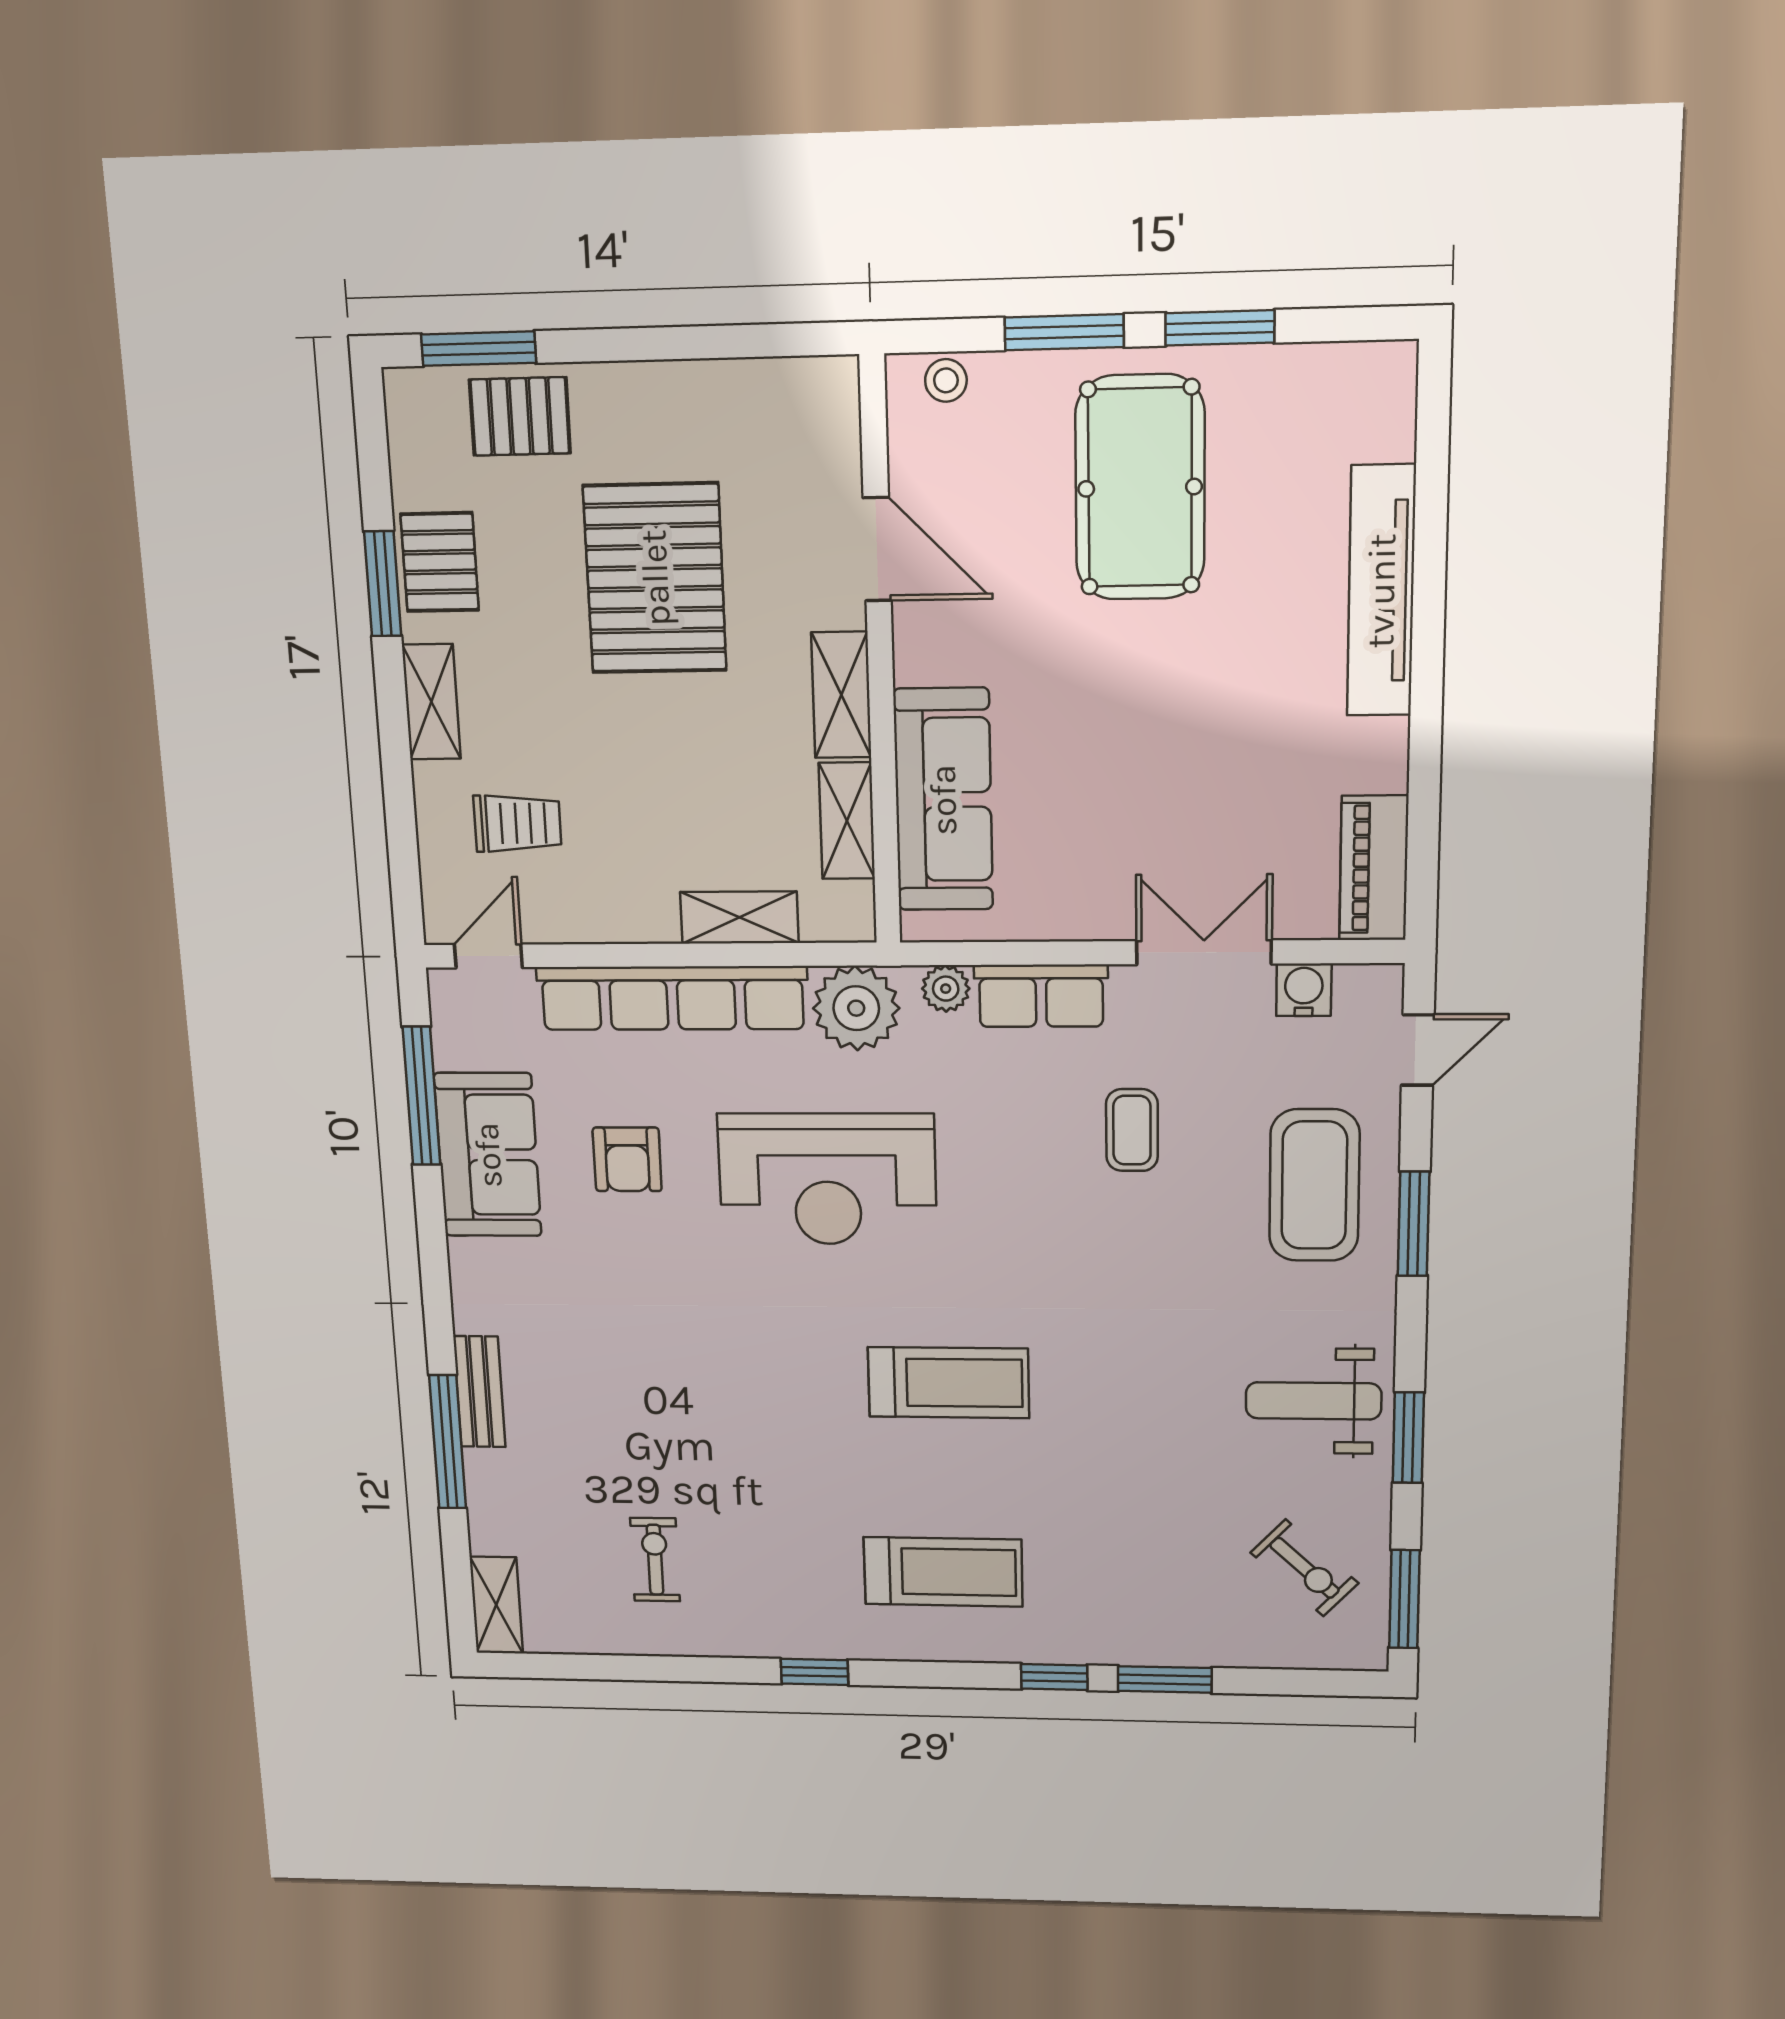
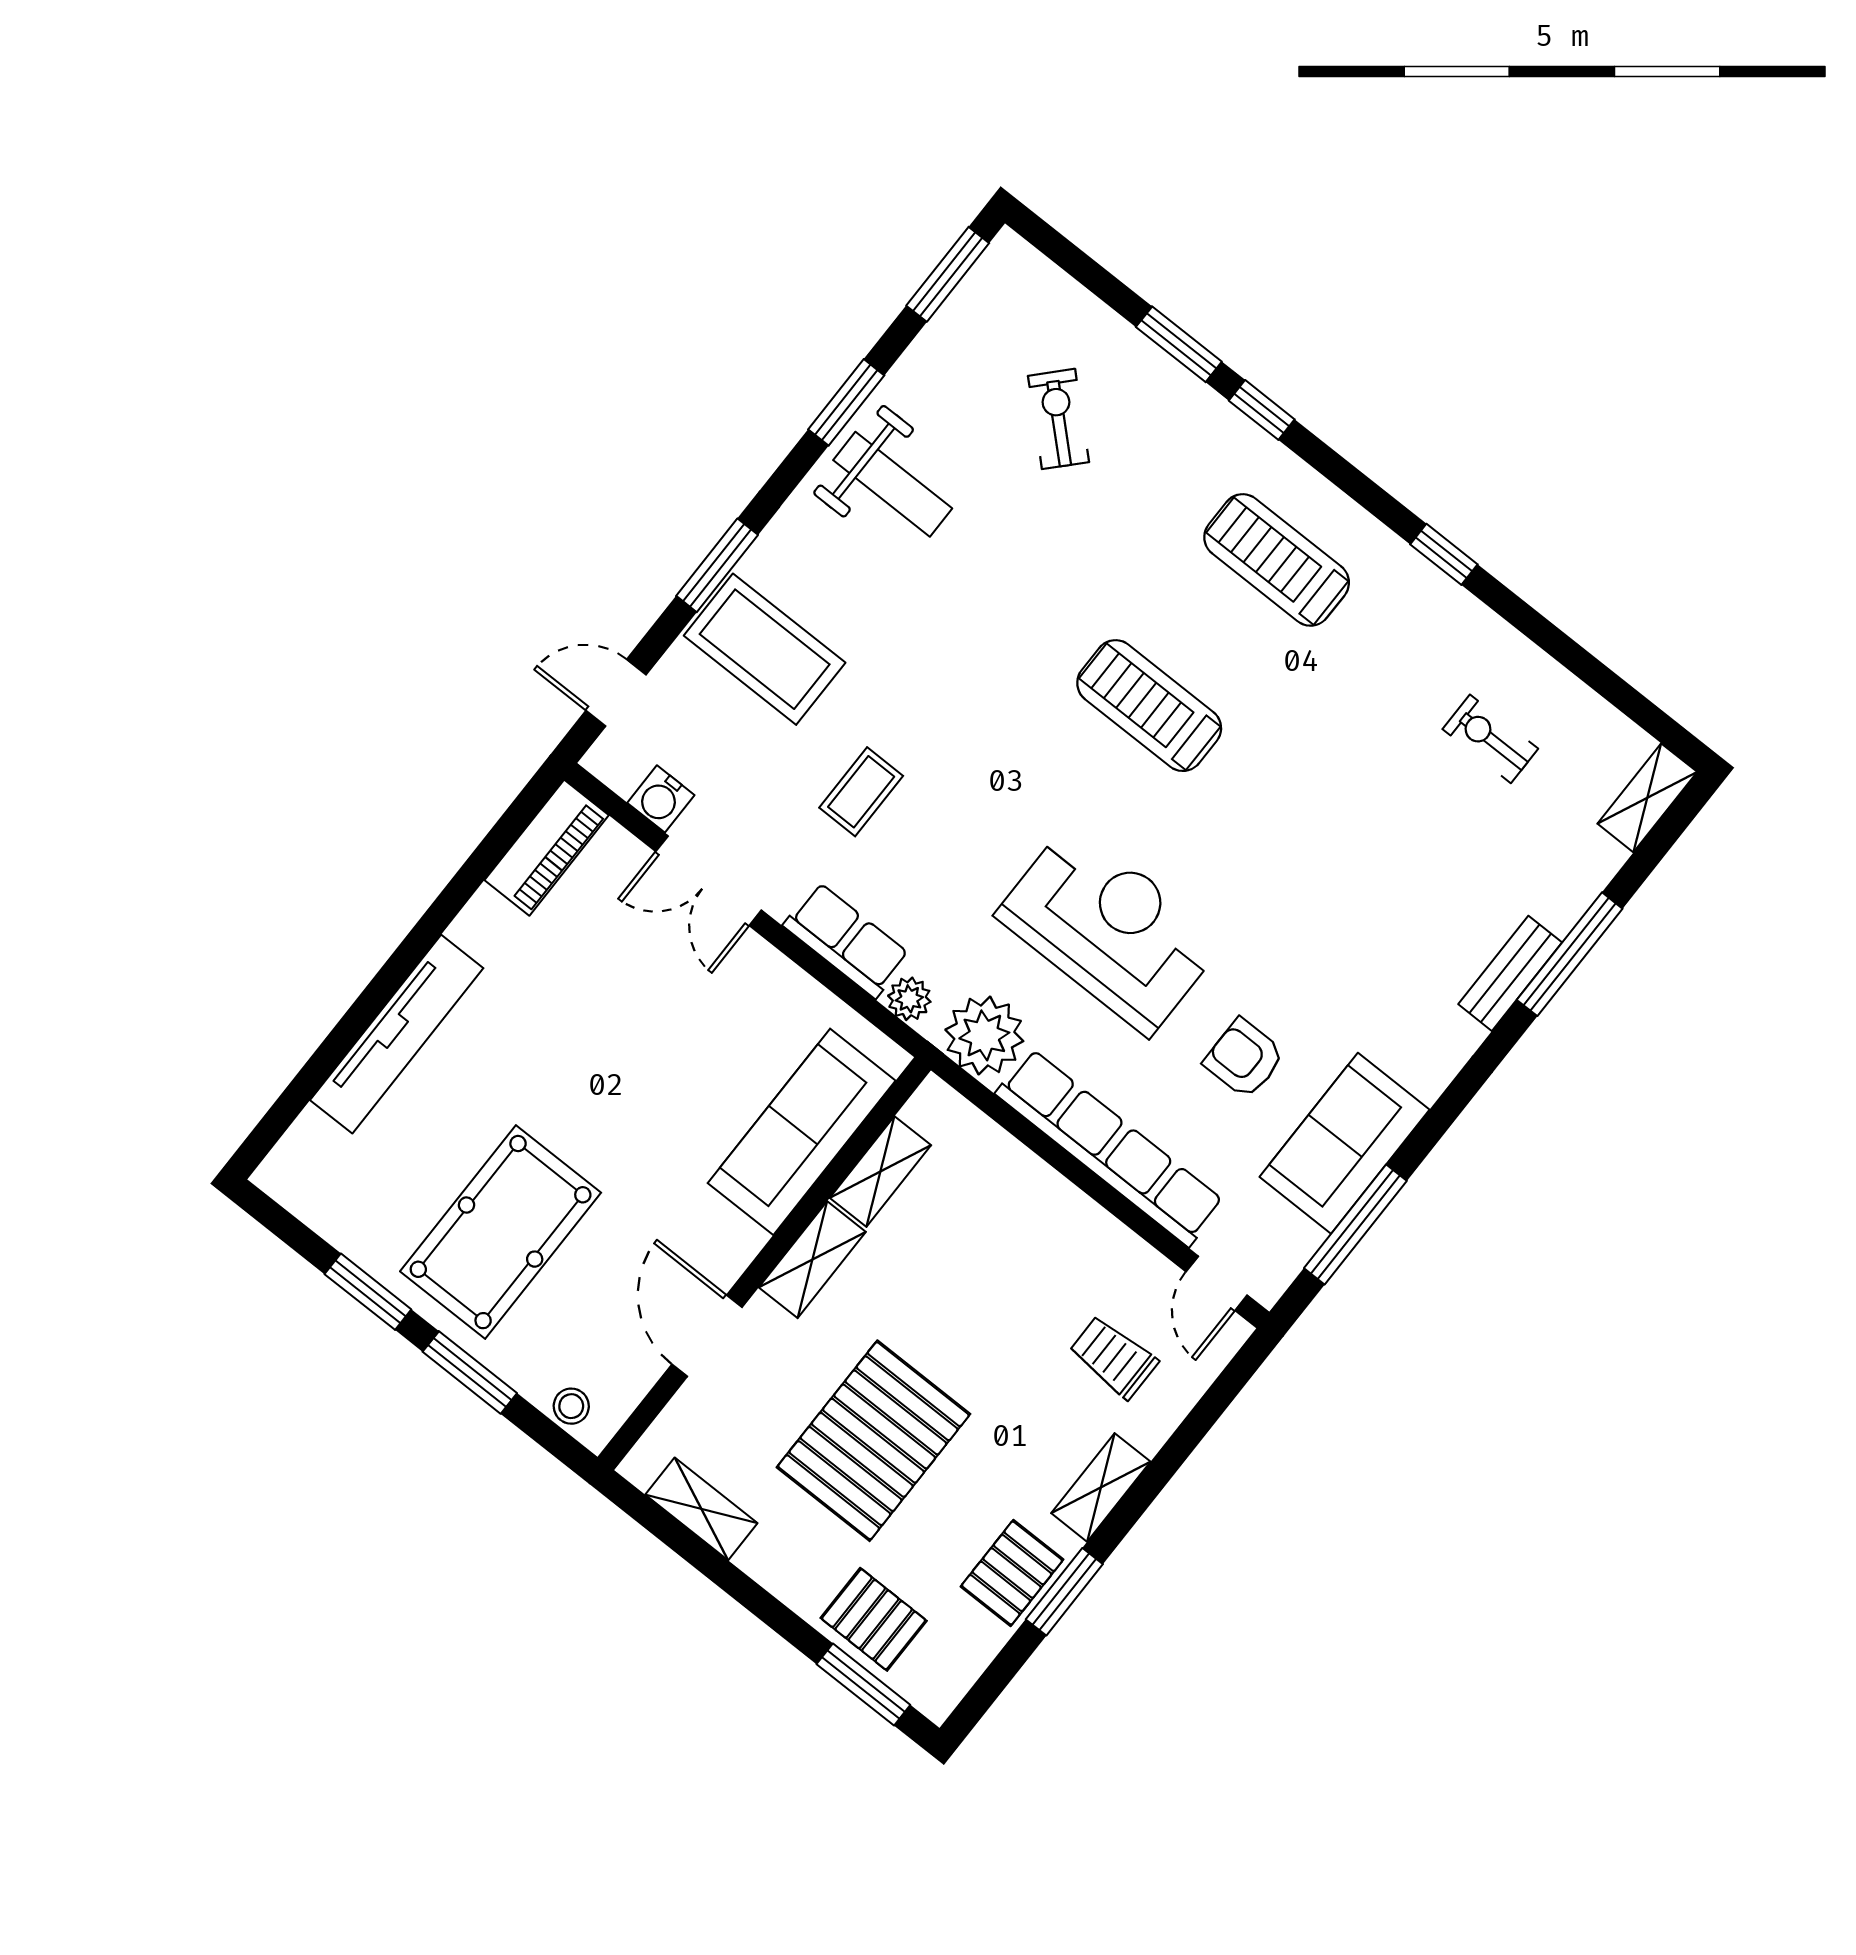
shelving: (739, 917) -> (701, 1509), moved
door: (488, 956) -> (1217, 1283), hinge flipped
armchair: (627, 1159) -> (1244, 1058), turned -90
coffee table: (1314, 1185) -> (765, 649), turned 90
exercise bike: (655, 1560) -> (1490, 739), turned 90
exercise bike: (1304, 1568) -> (1059, 419), moved

